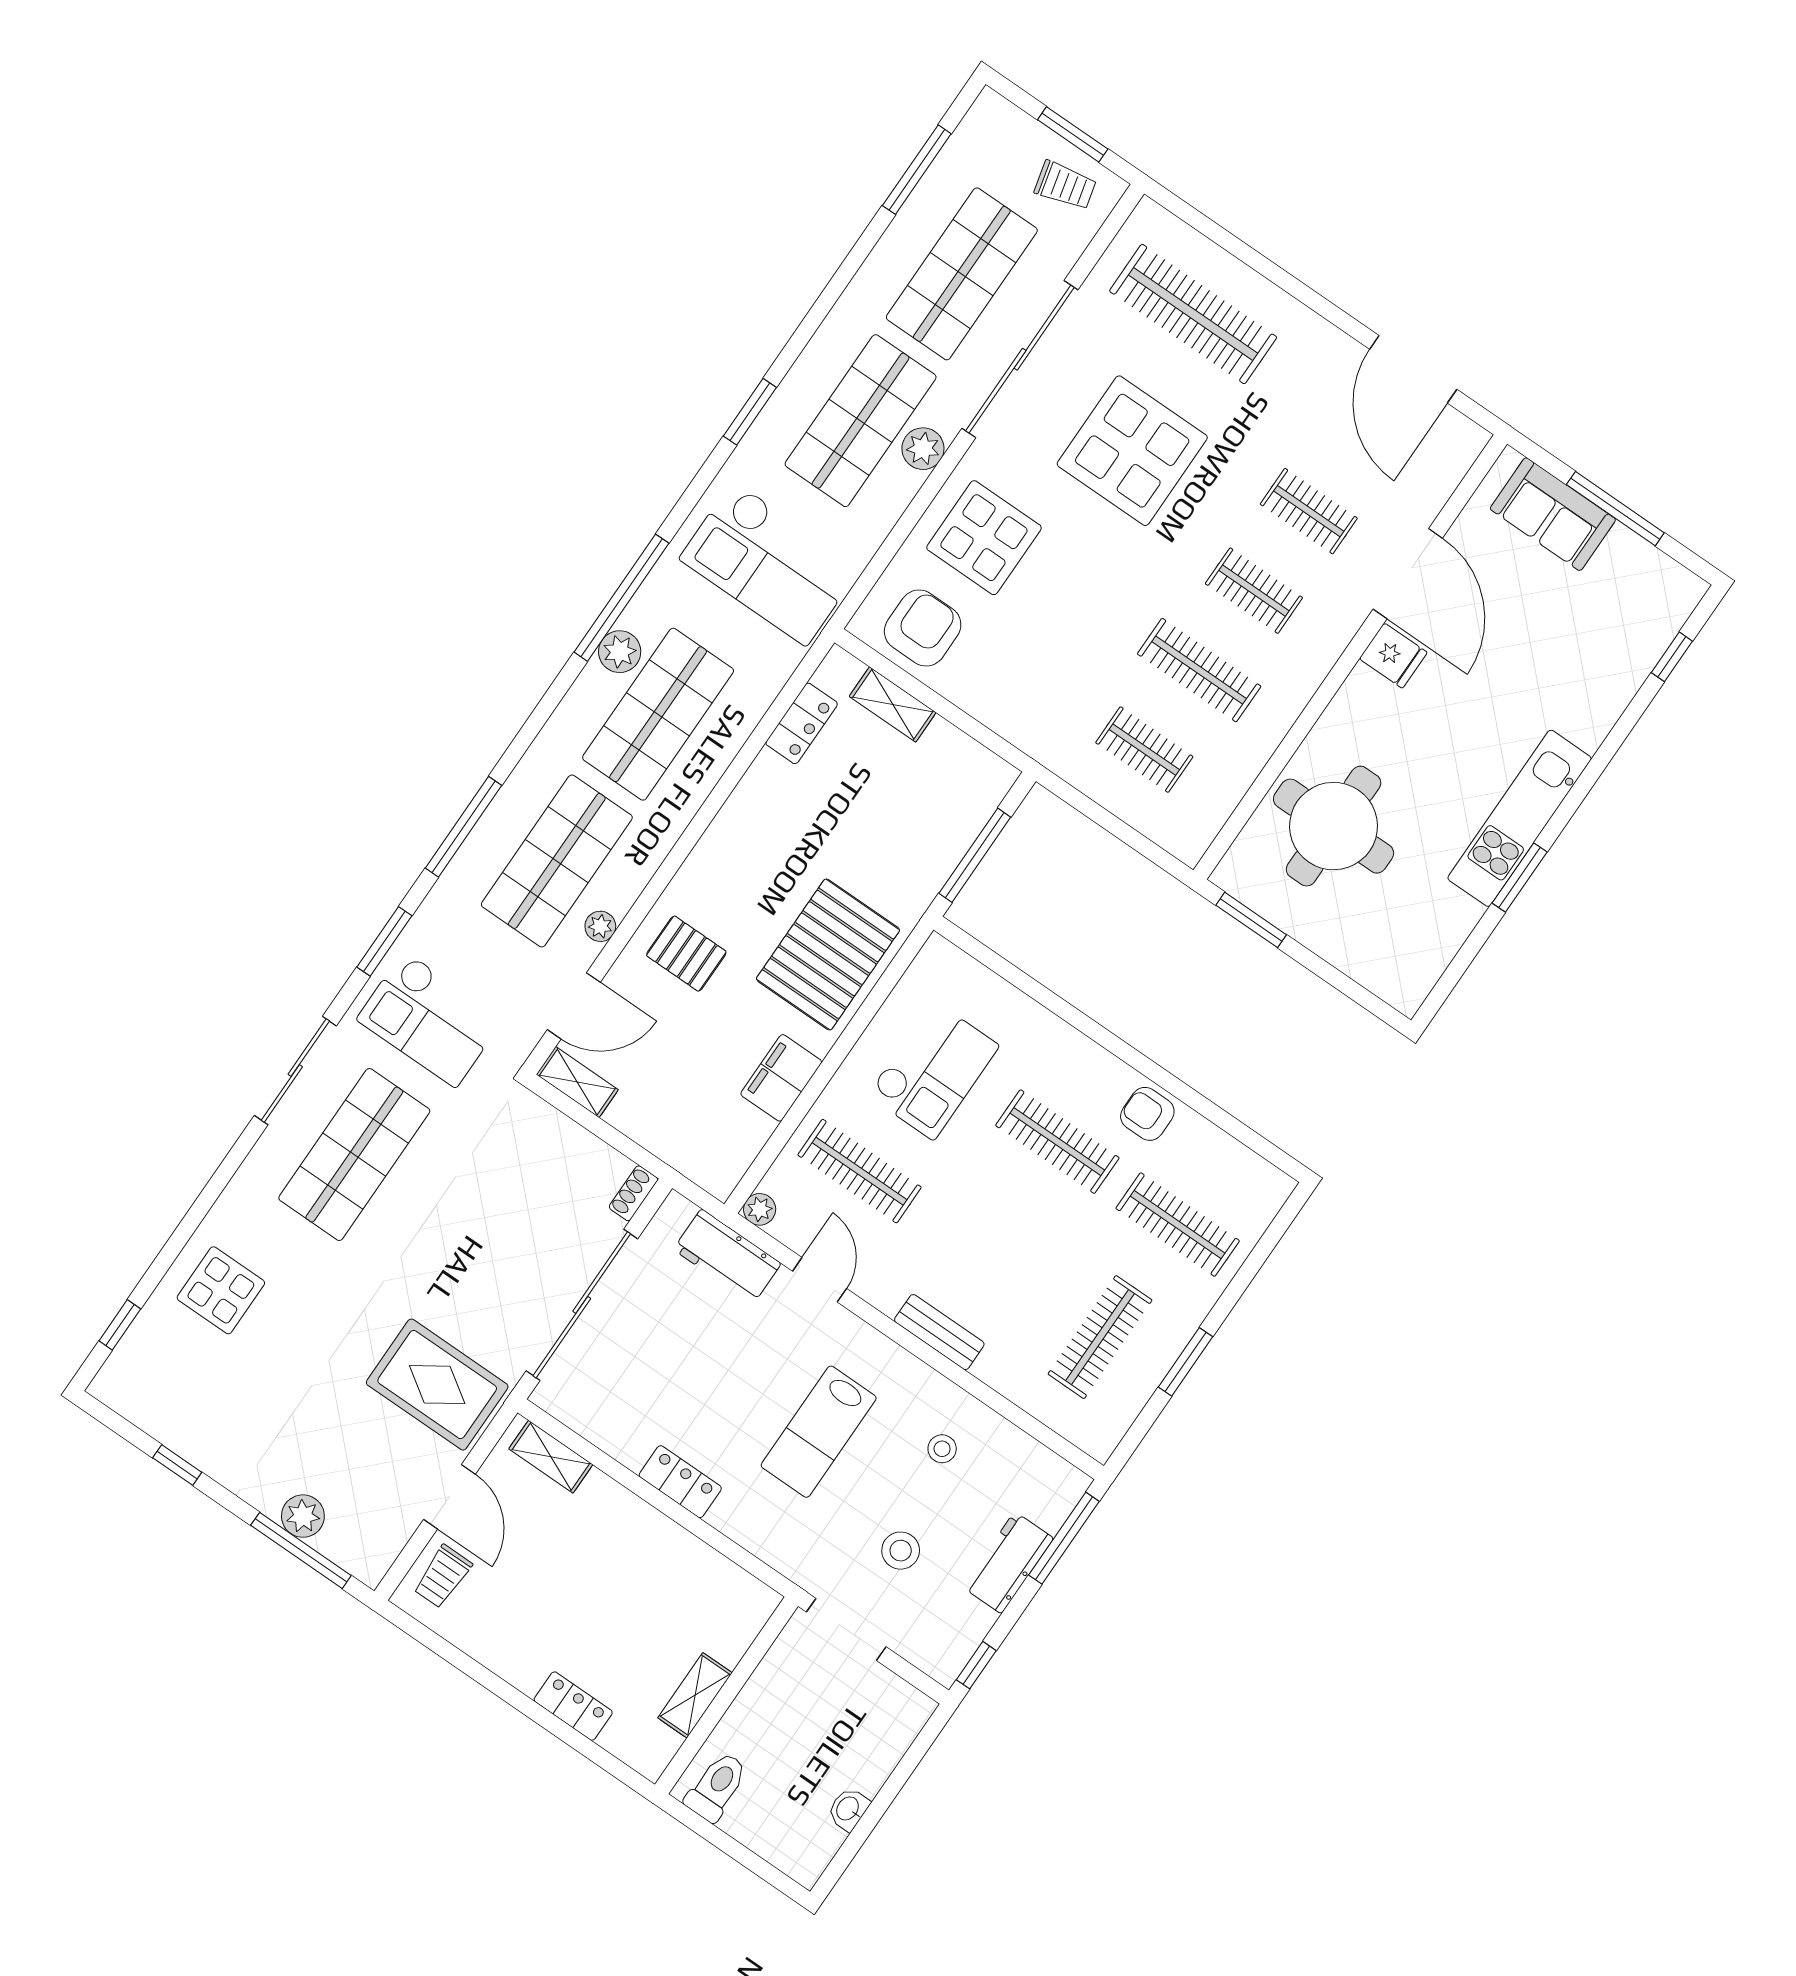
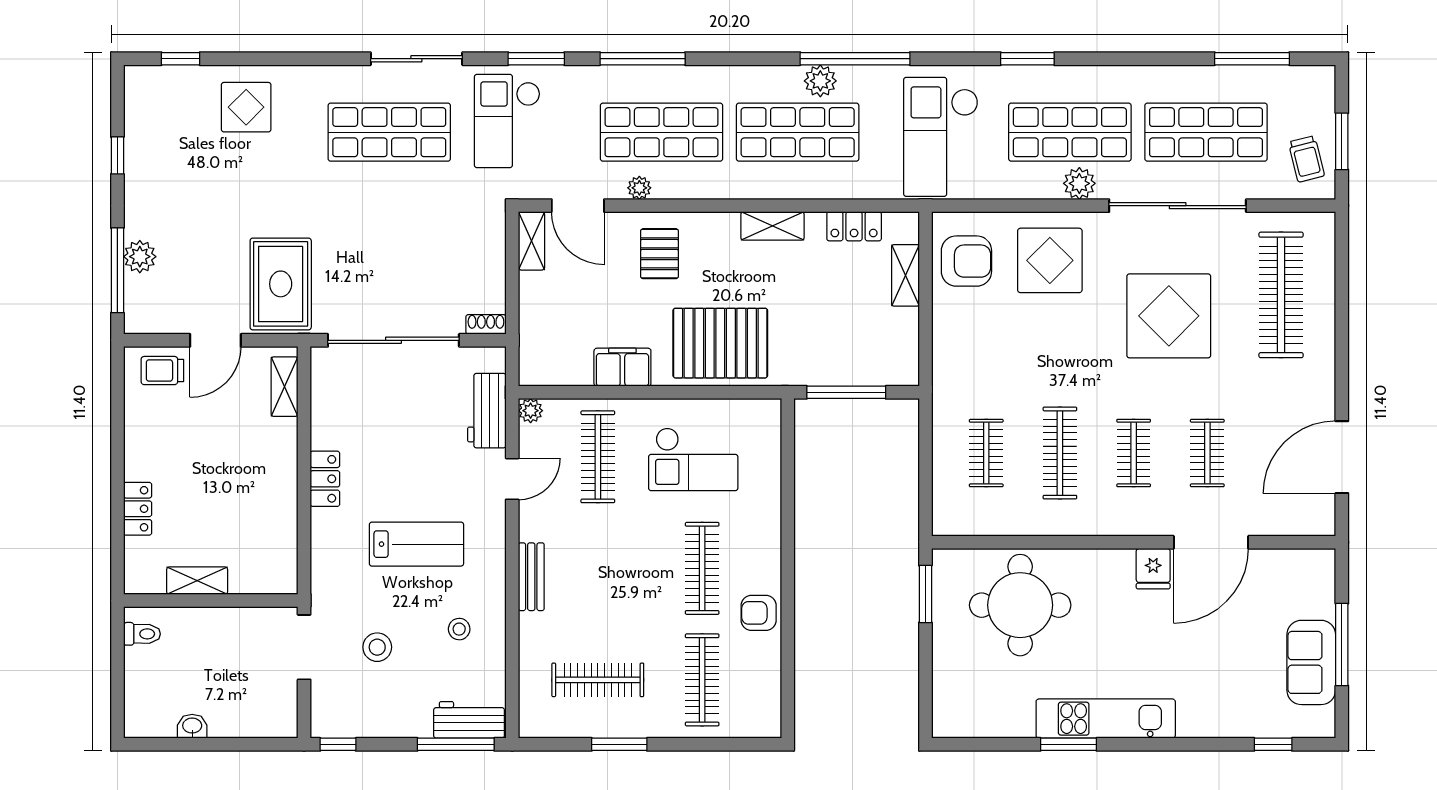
sofa: (1553, 514) -> (1311, 662), moved
shelving: (741, 811) -> (772, 226), added
armchair: (1147, 1114) -> (759, 613), turned -90
lab bench: (819, 1432) -> (416, 544), turned 180
workbench: (1008, 1563) -> (469, 720), moved
toilet: (717, 1787) -> (142, 634), width x0.73, depth x0.72

